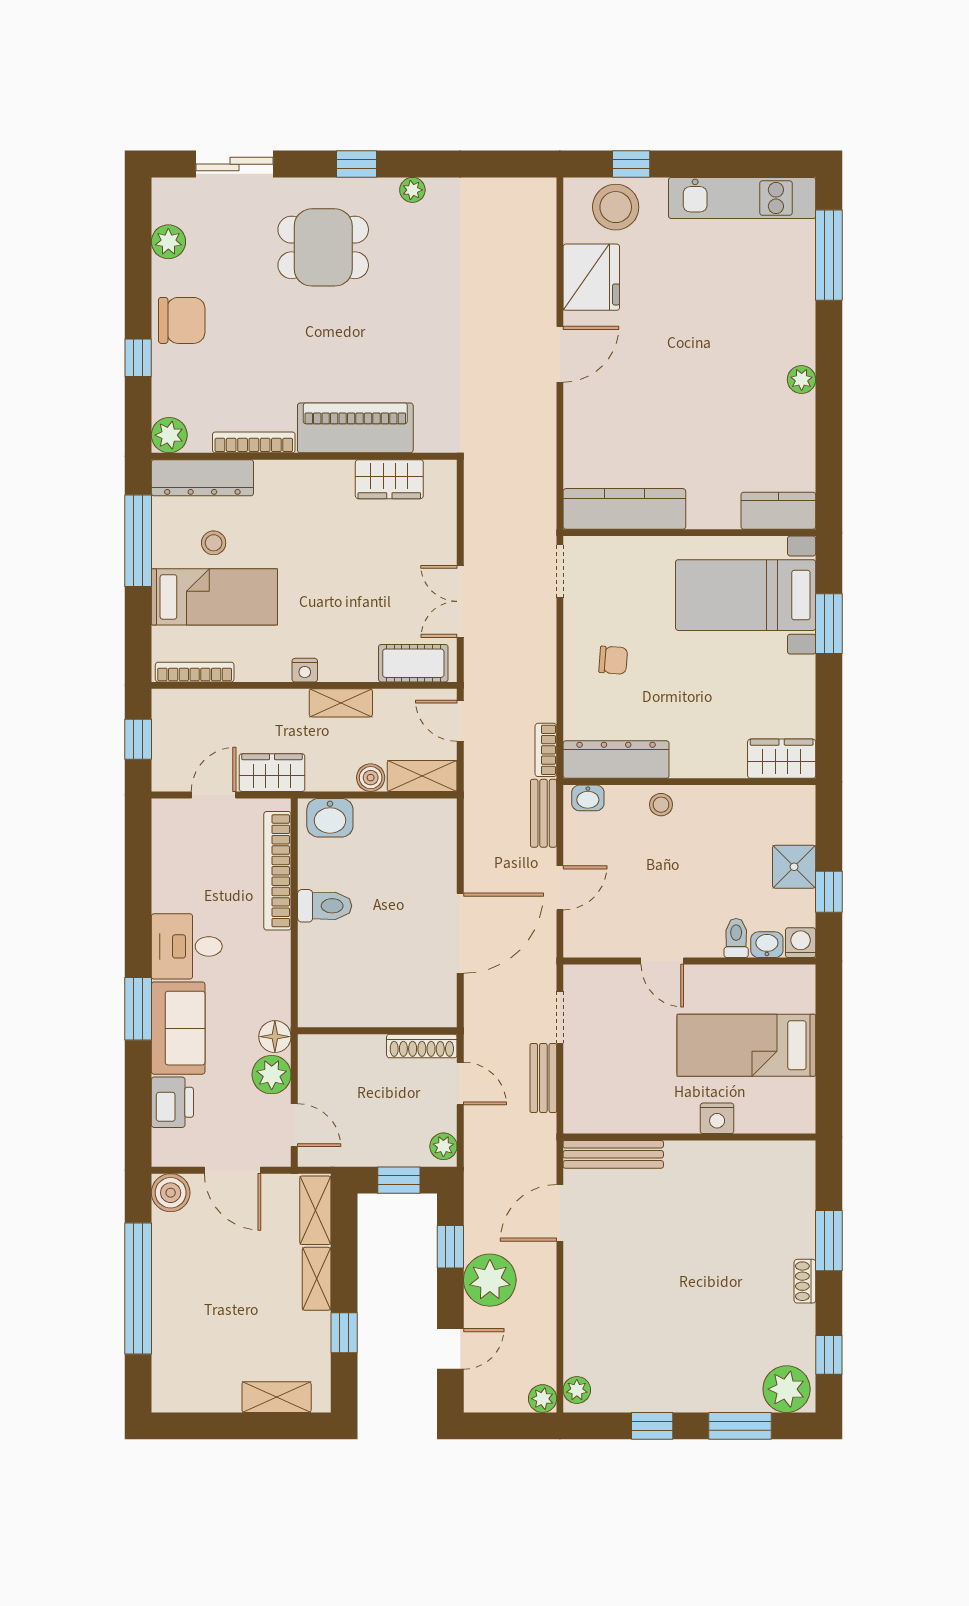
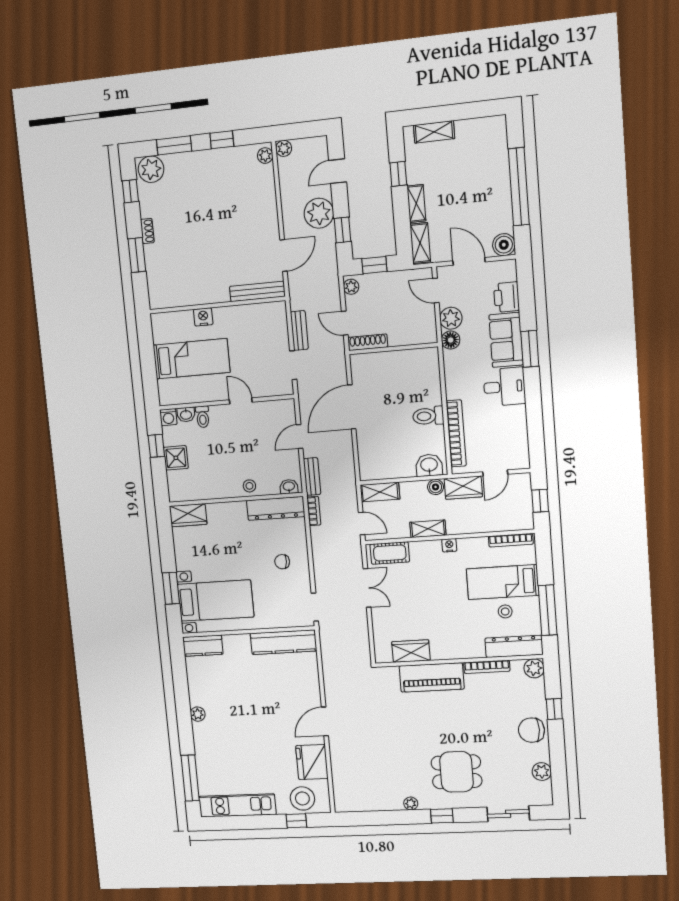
boiler: (371, 778) -> (436, 487), moved

